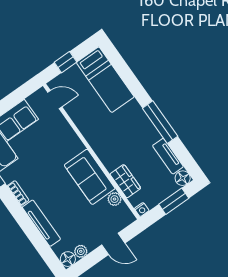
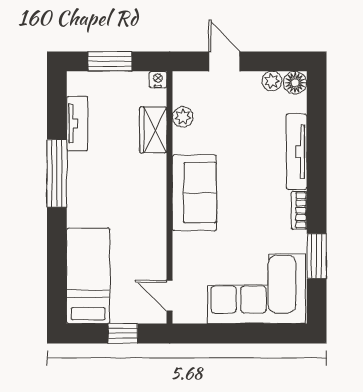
sofa: (90, 177) -> (194, 193), moved
floor lamp: (183, 178) -> (78, 83), removed

